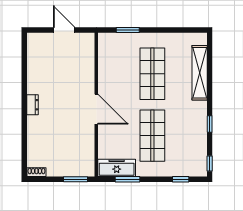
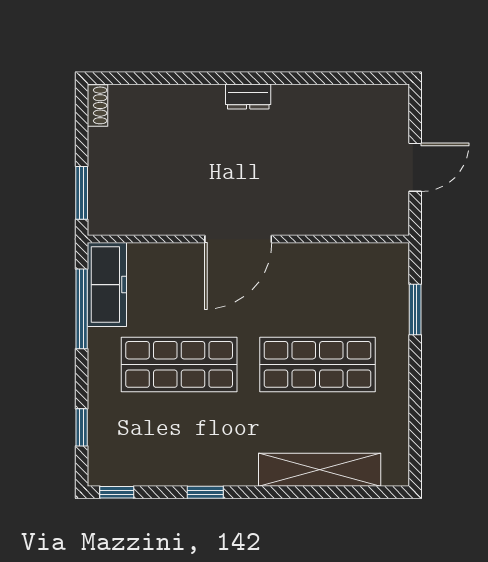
window: (128, 179) -> (82, 309), width x1.44

